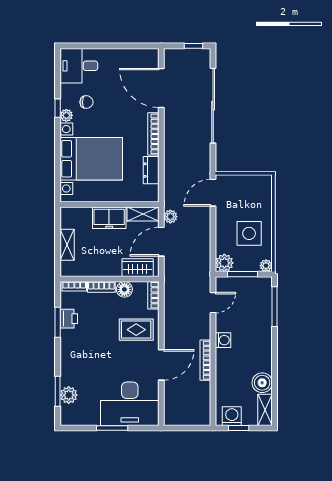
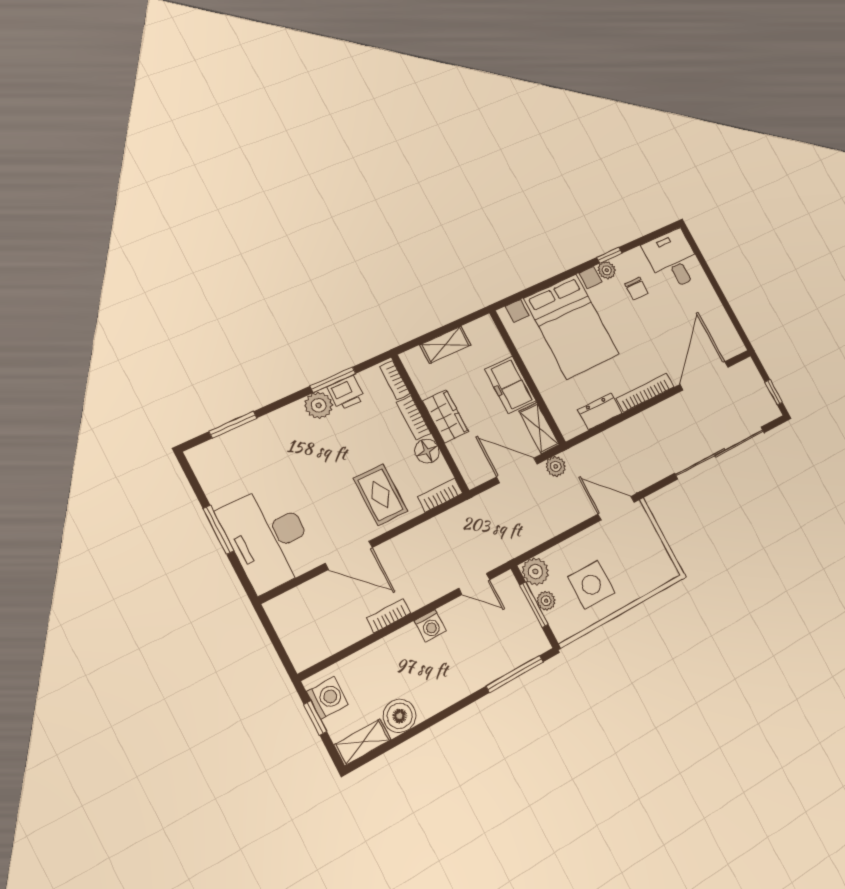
plant: (266, 266) -> (546, 601), moved
wardrobe: (138, 268) -> (446, 416), moved
bookcase: (205, 360) -> (389, 616), width x0.64
plant: (69, 395) -> (319, 405), moved

